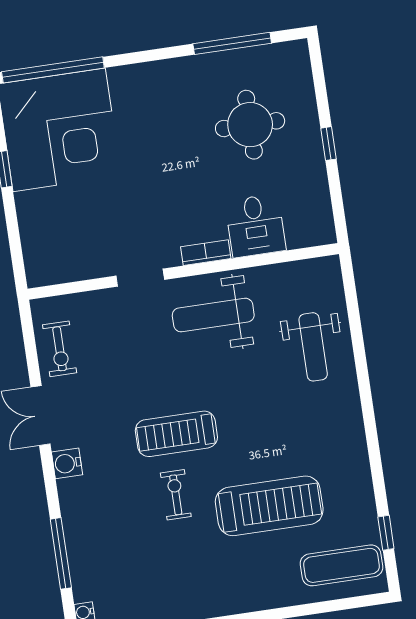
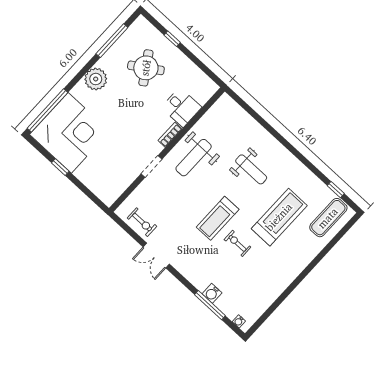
plant: (162, 81) -> (96, 79), added
round table: (250, 125) -> (146, 68), turned -33
window: (328, 144) -> (172, 39), moved
weight bench: (313, 347) -> (251, 169), moved
water cooler: (67, 463) -> (212, 293), moved

